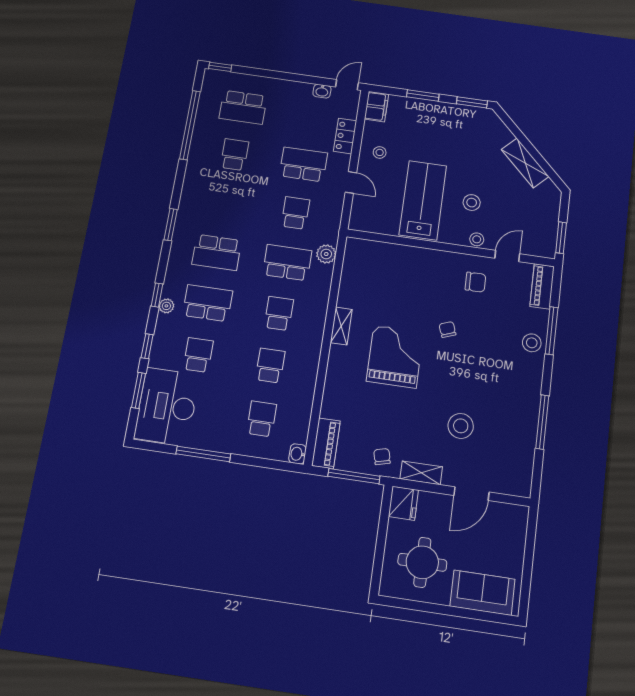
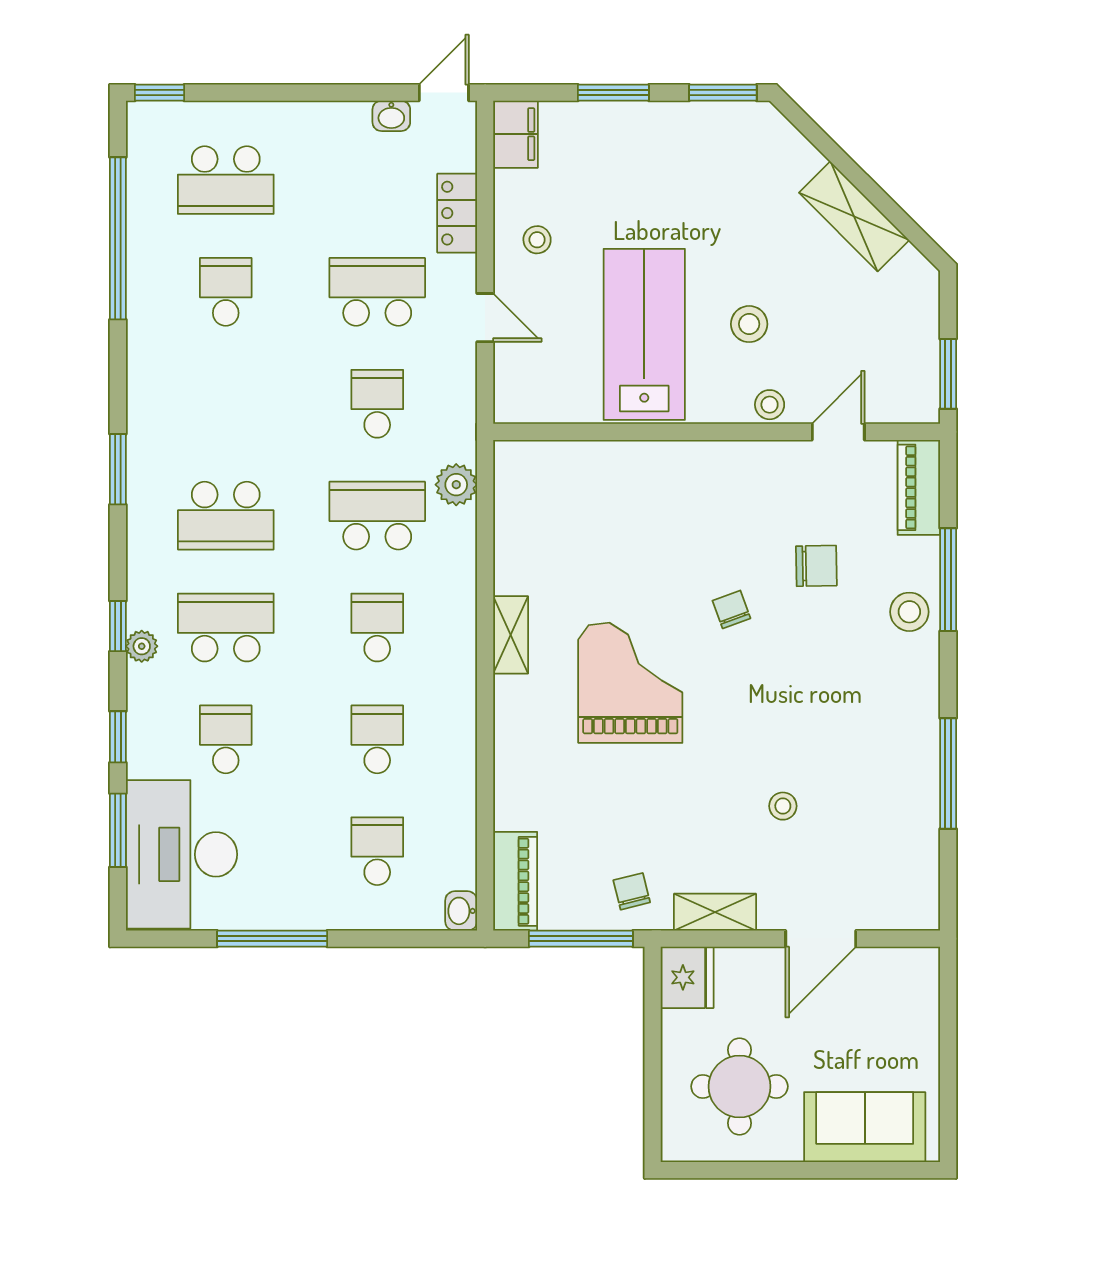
chair: (475, 282) -> (816, 566), moved
stool: (461, 426) -> (783, 806), width x0.53, depth x0.53

